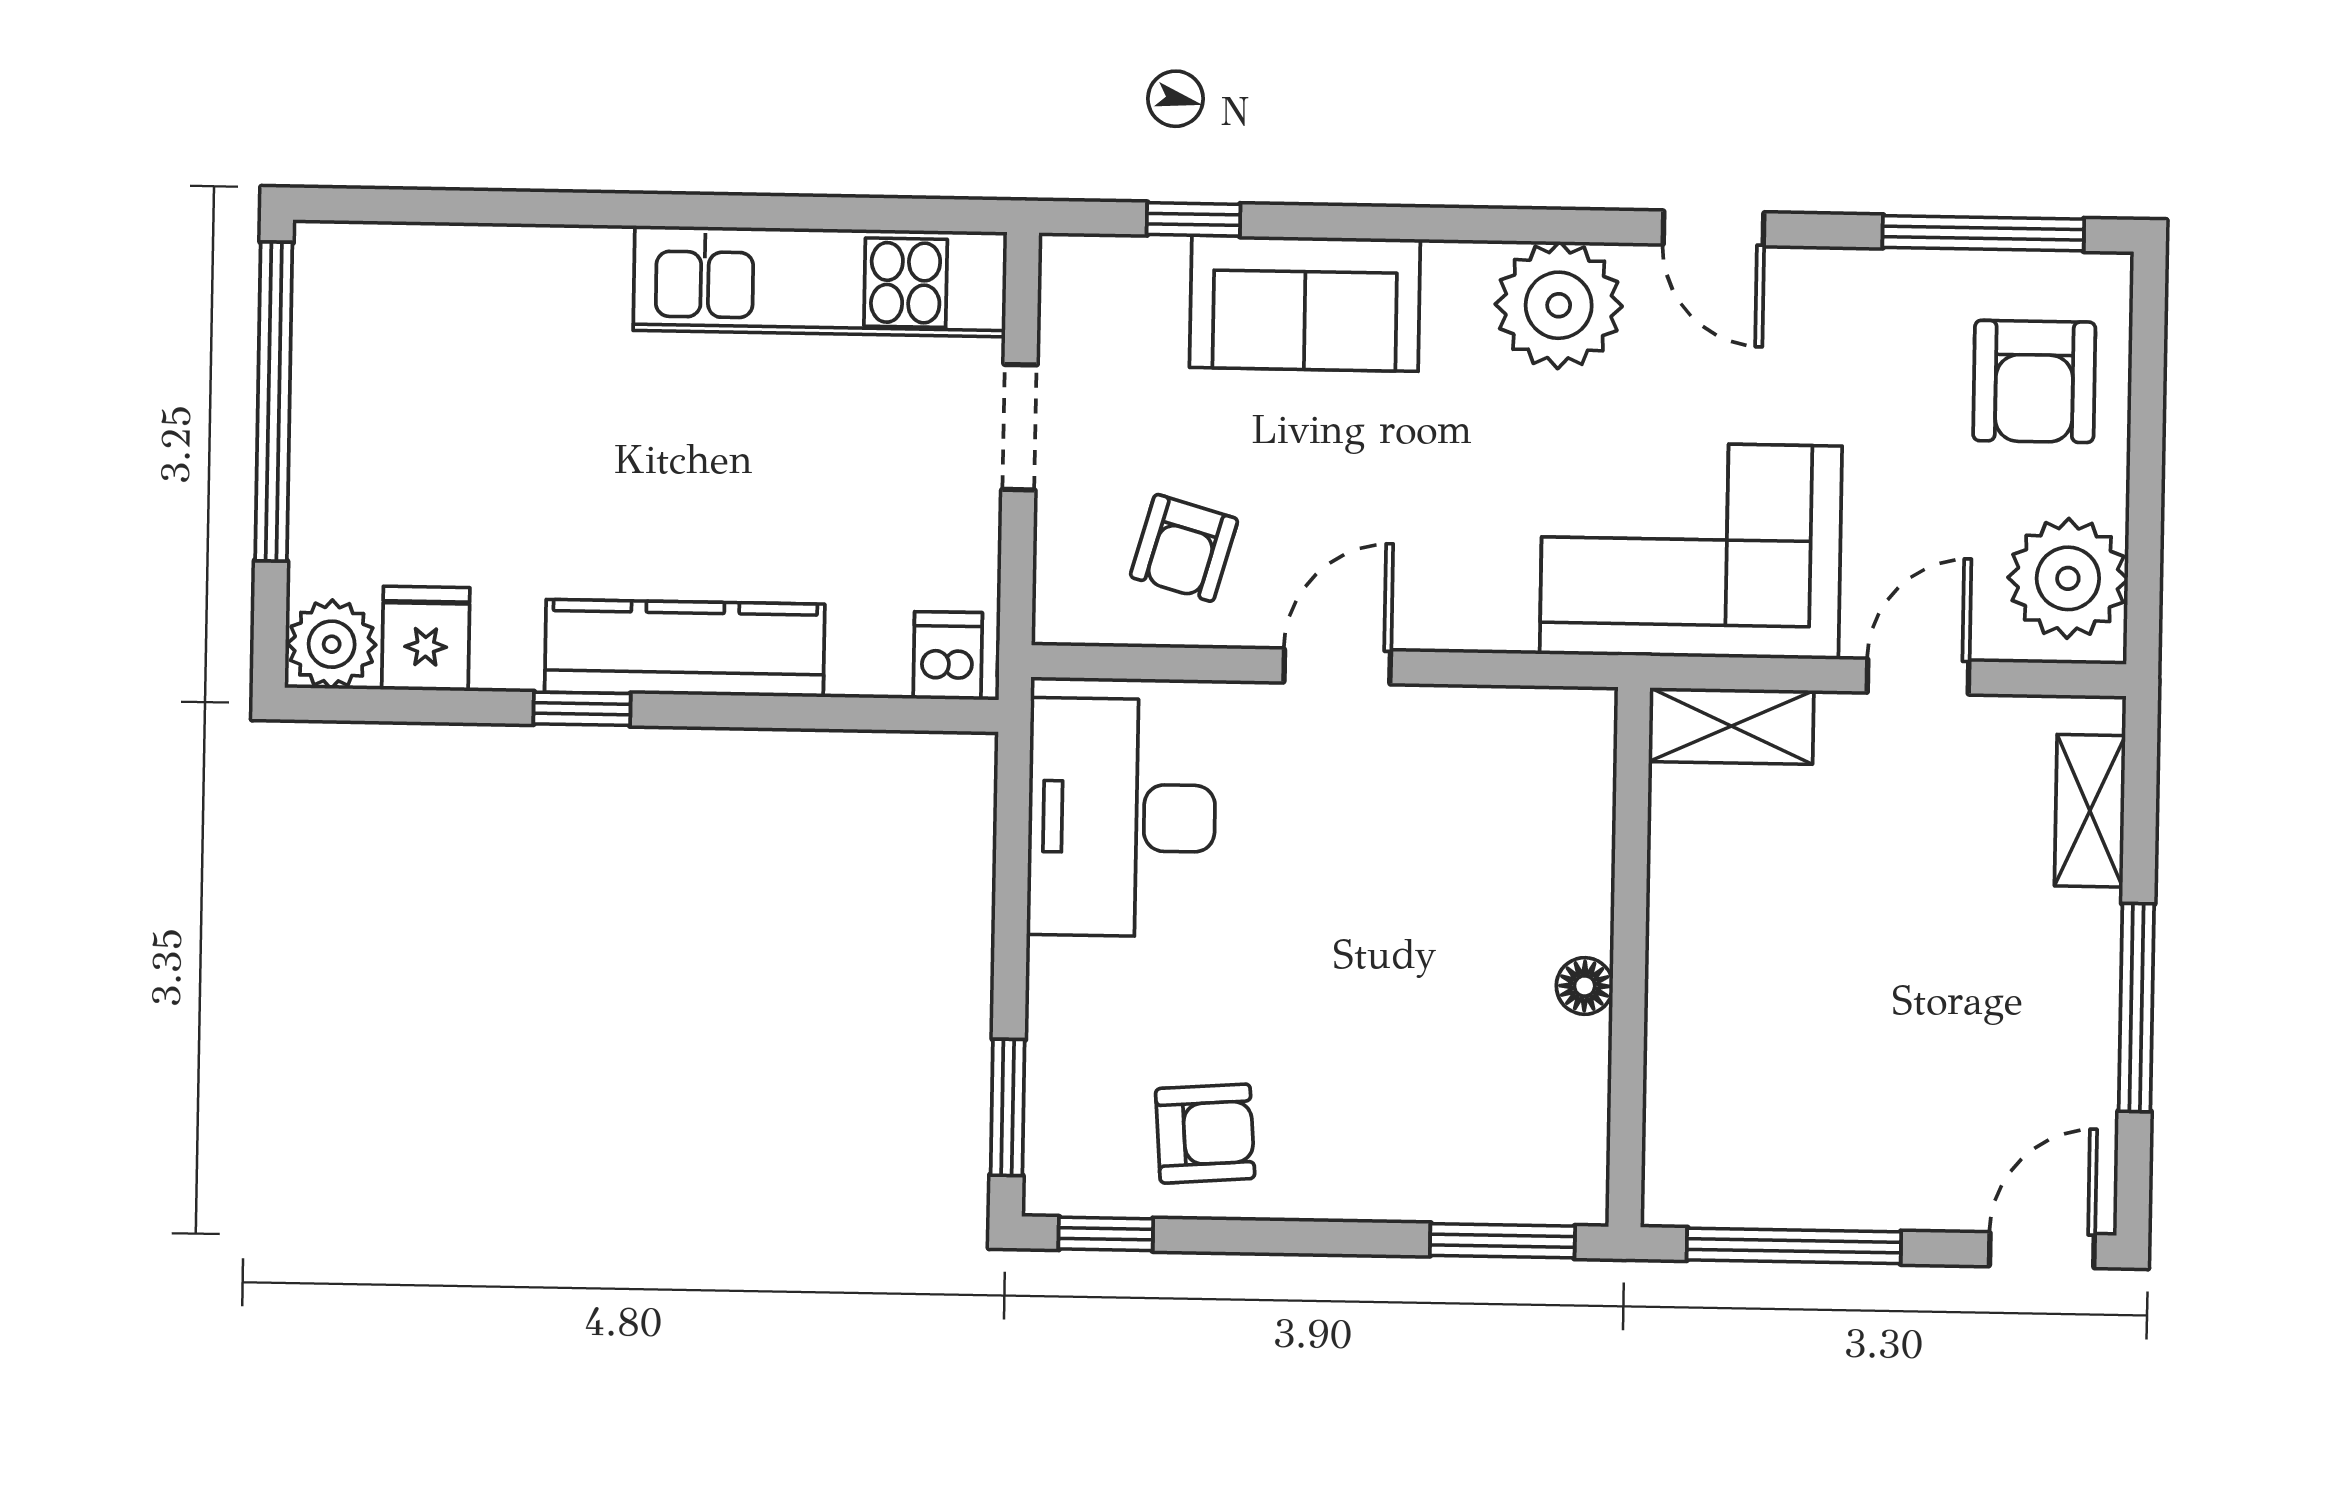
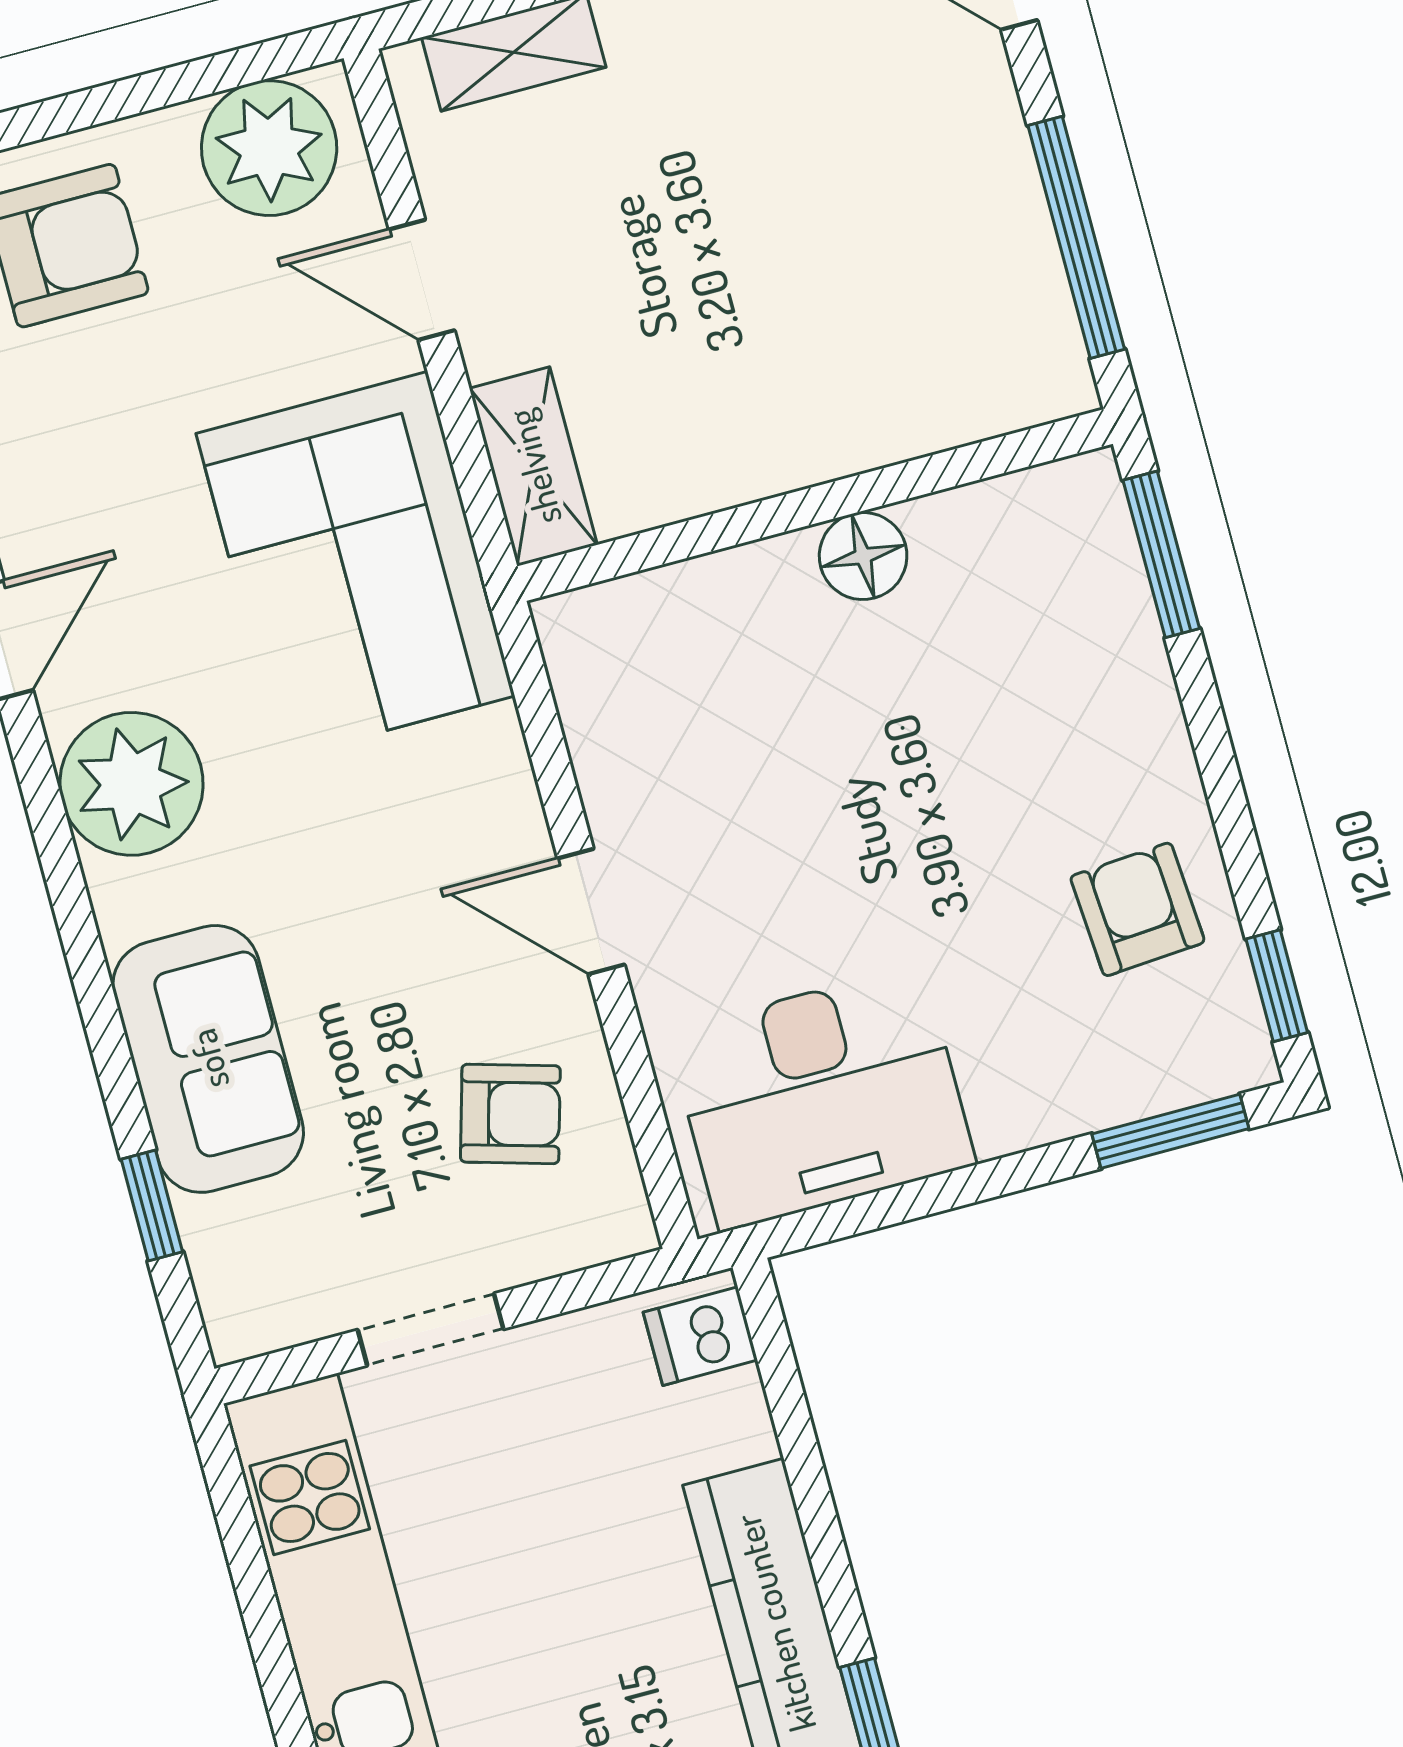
floor lamp: (1585, 986) -> (863, 556), width x1.37, depth x1.37

